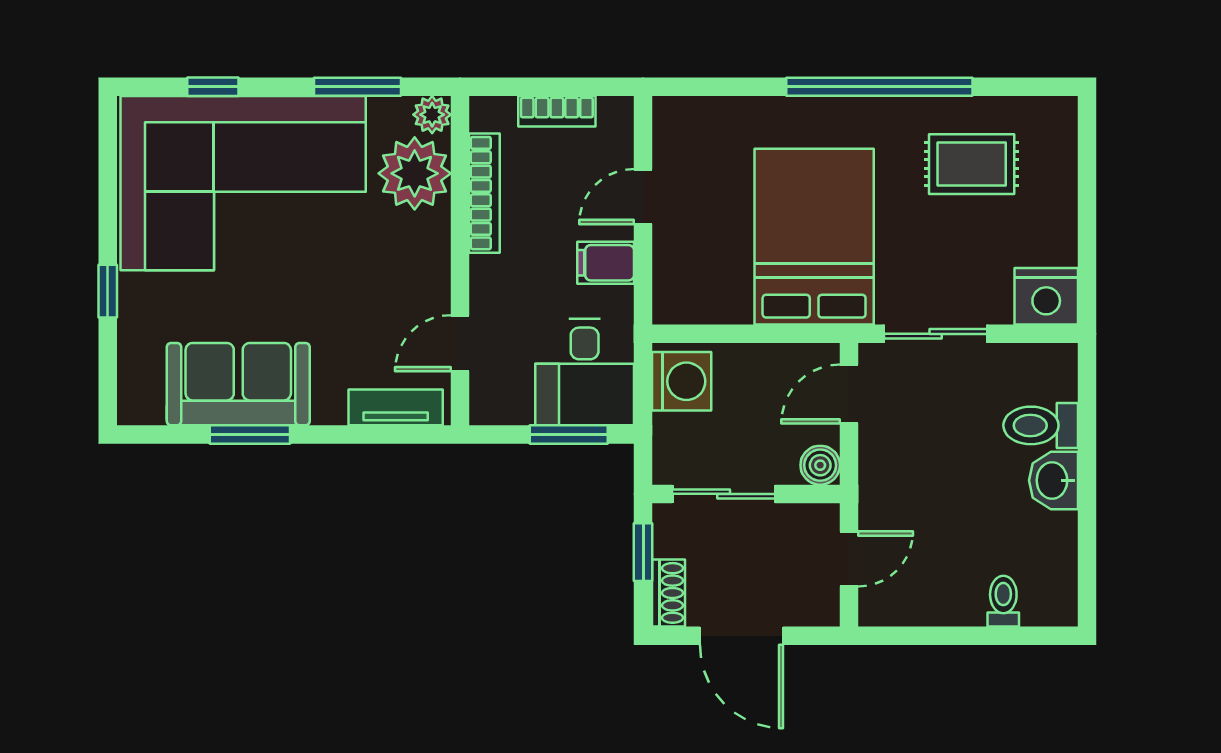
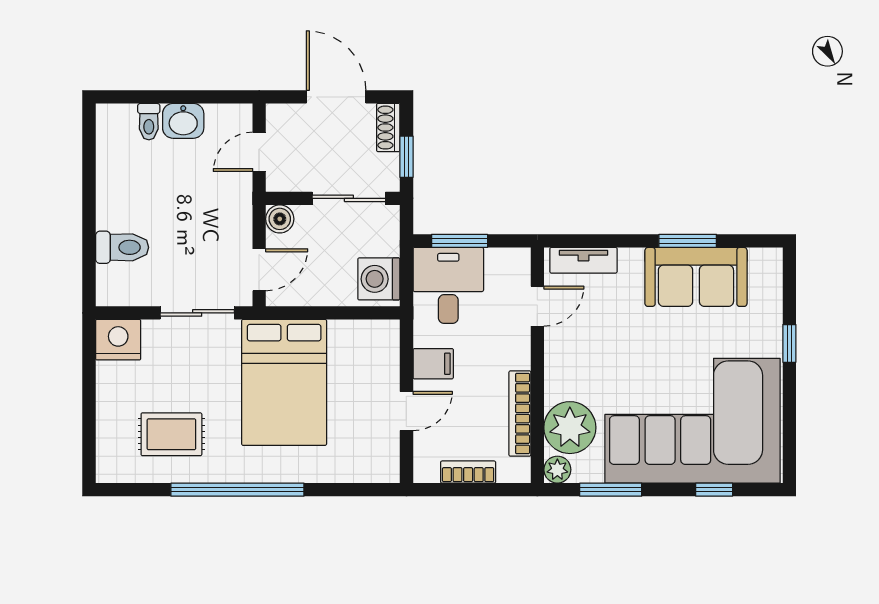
washbasin: (1053, 480) -> (183, 121), moved, turned 90

